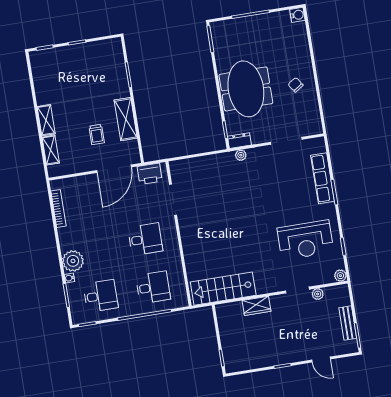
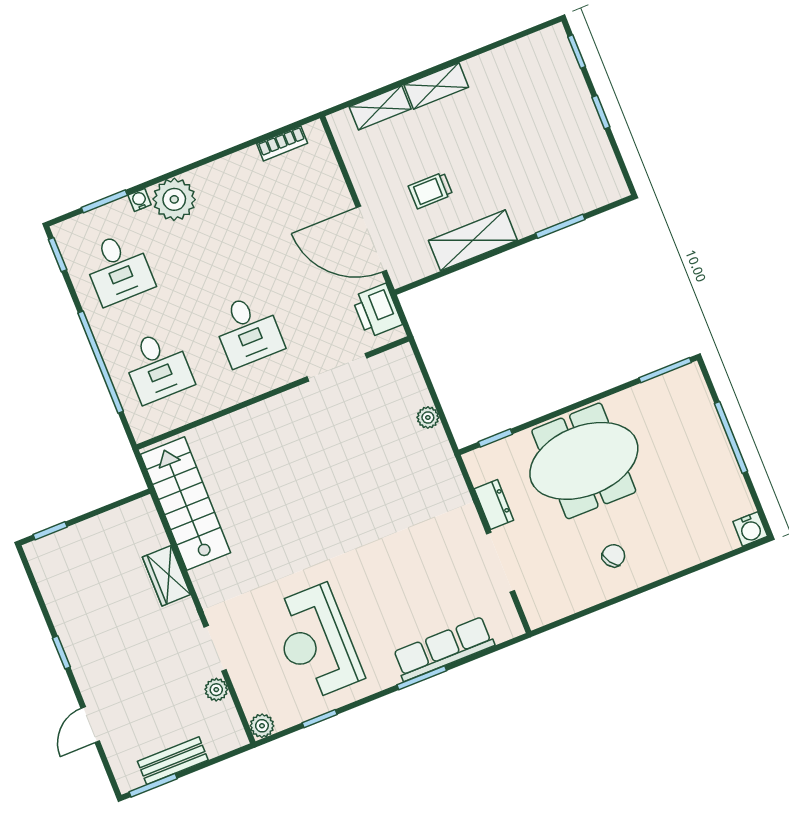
dresser: (239, 141) -> (494, 504), moved
plant: (241, 155) -> (428, 417), moved
bookcase: (58, 209) -> (282, 143), width x0.64

